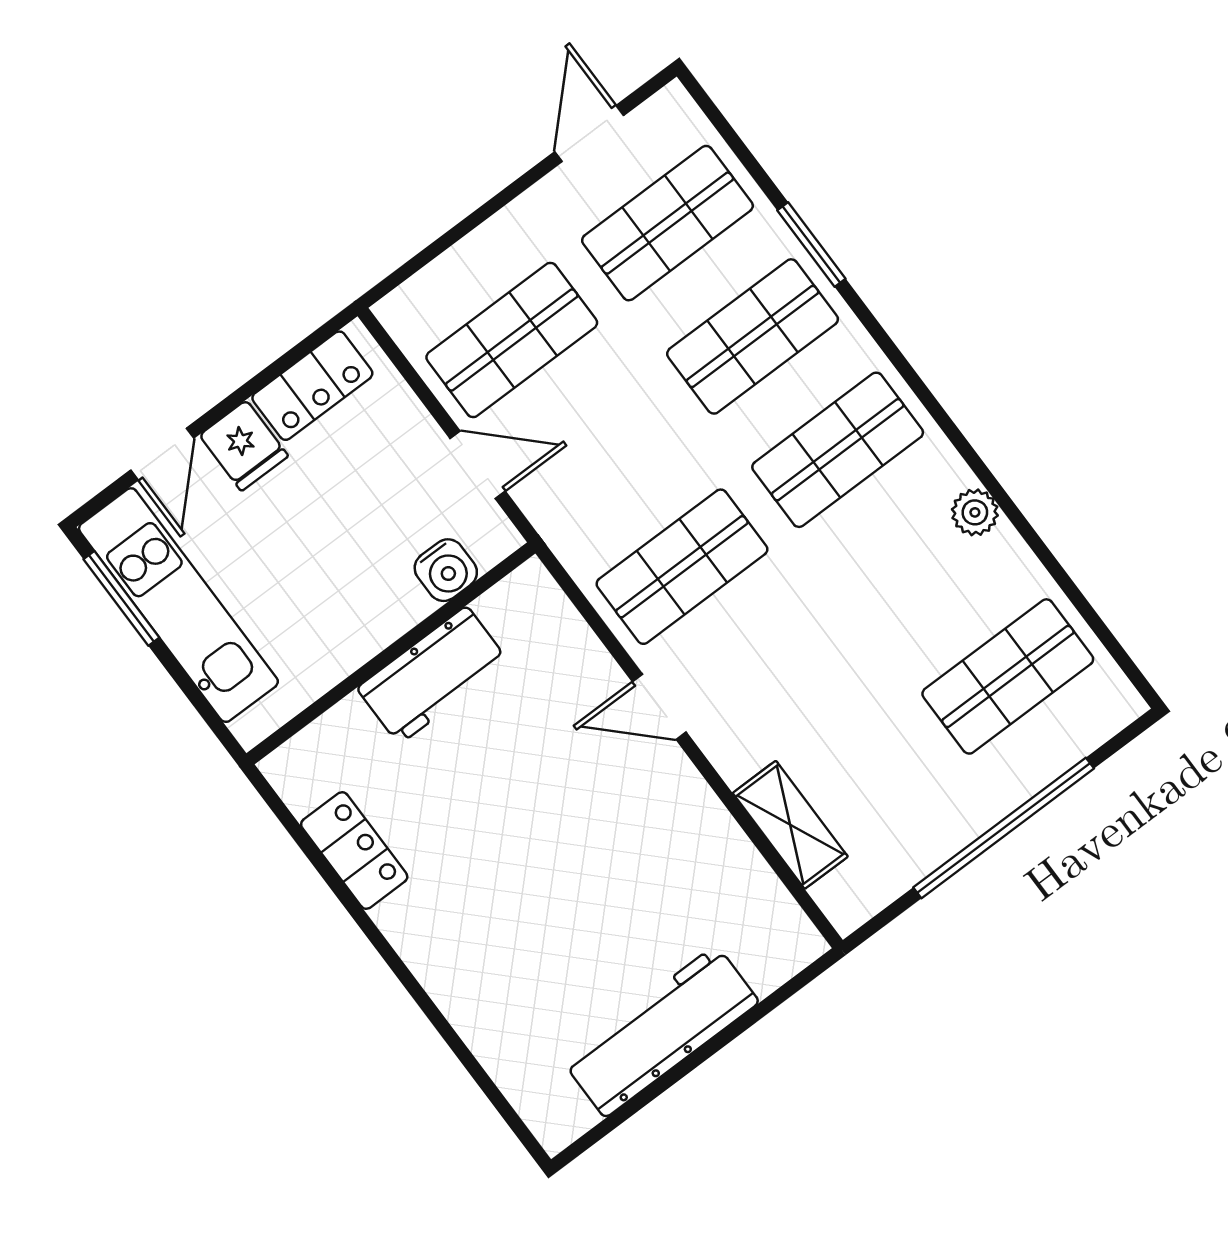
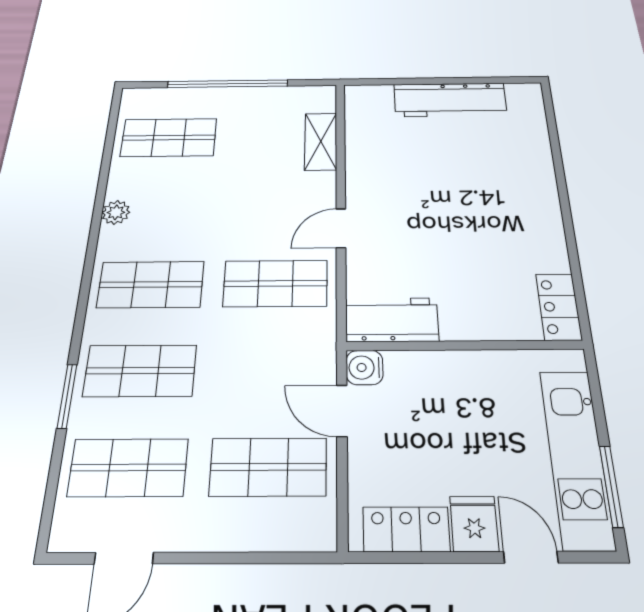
door: (162, 454) -> (531, 557), hinge flipped
water cooler: (446, 570) -> (364, 367), moved, turned -90
workbench: (433, 675) -> (392, 320), moved
door: (659, 707) -> (341, 228), swing flipped
locker: (354, 850) -> (559, 307), moved

